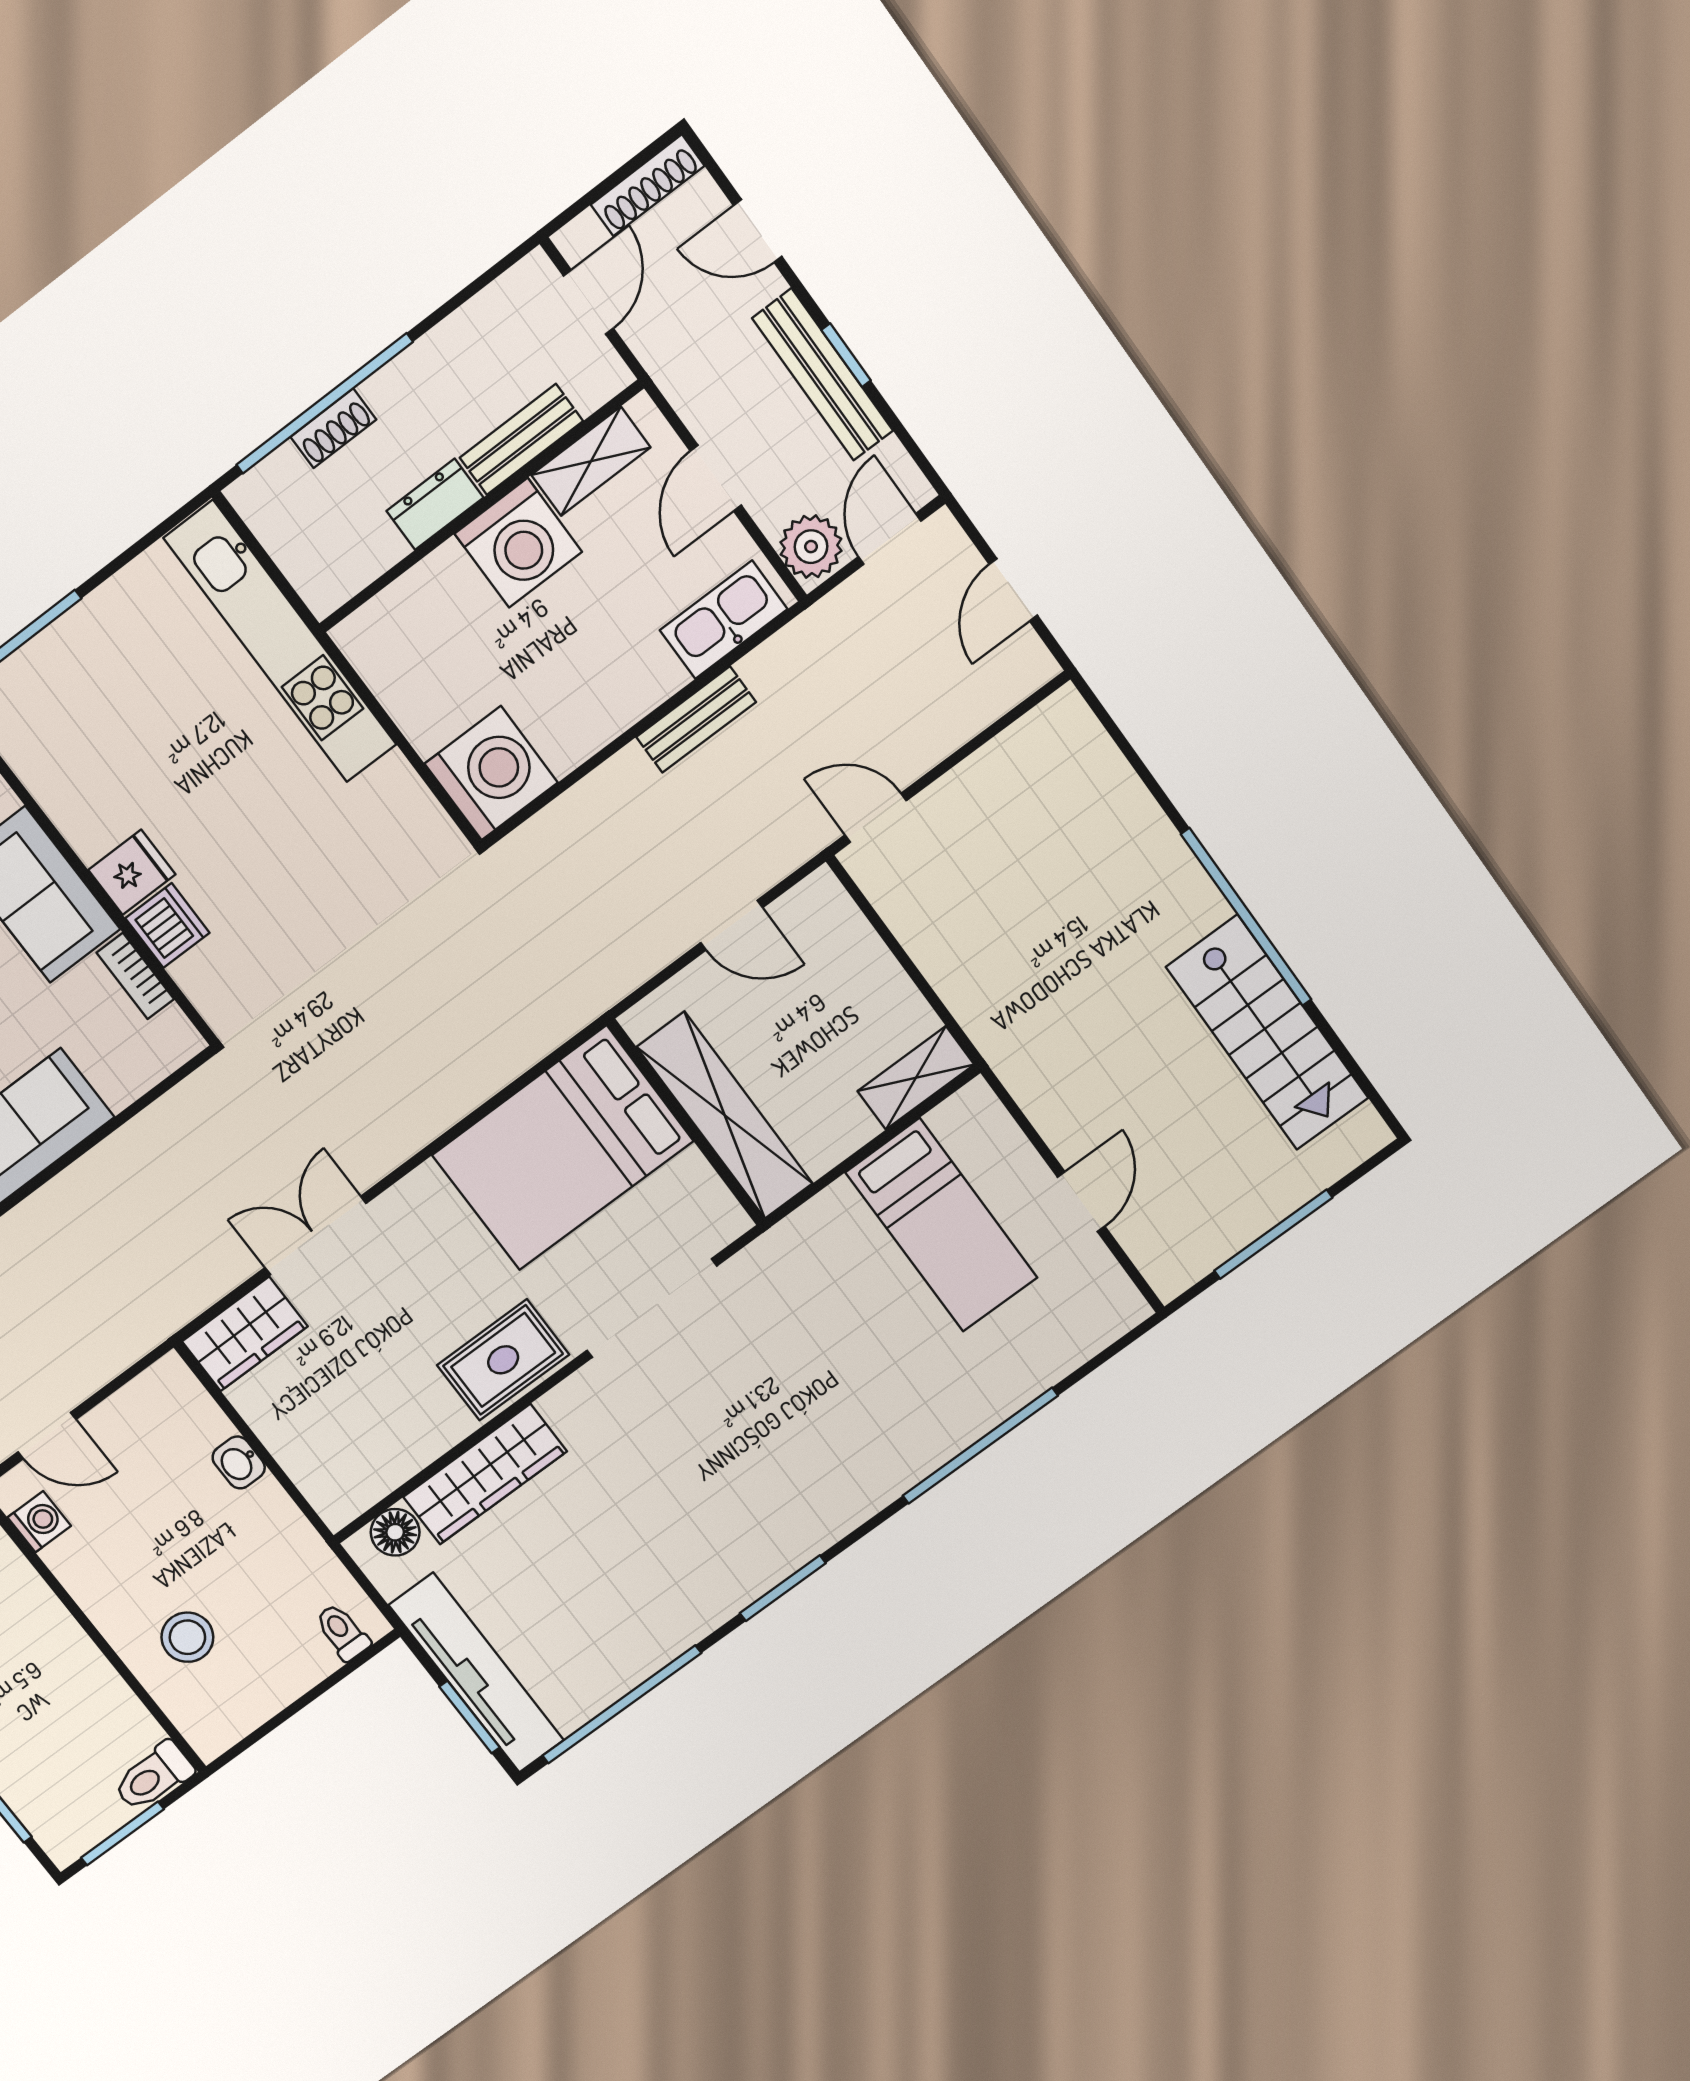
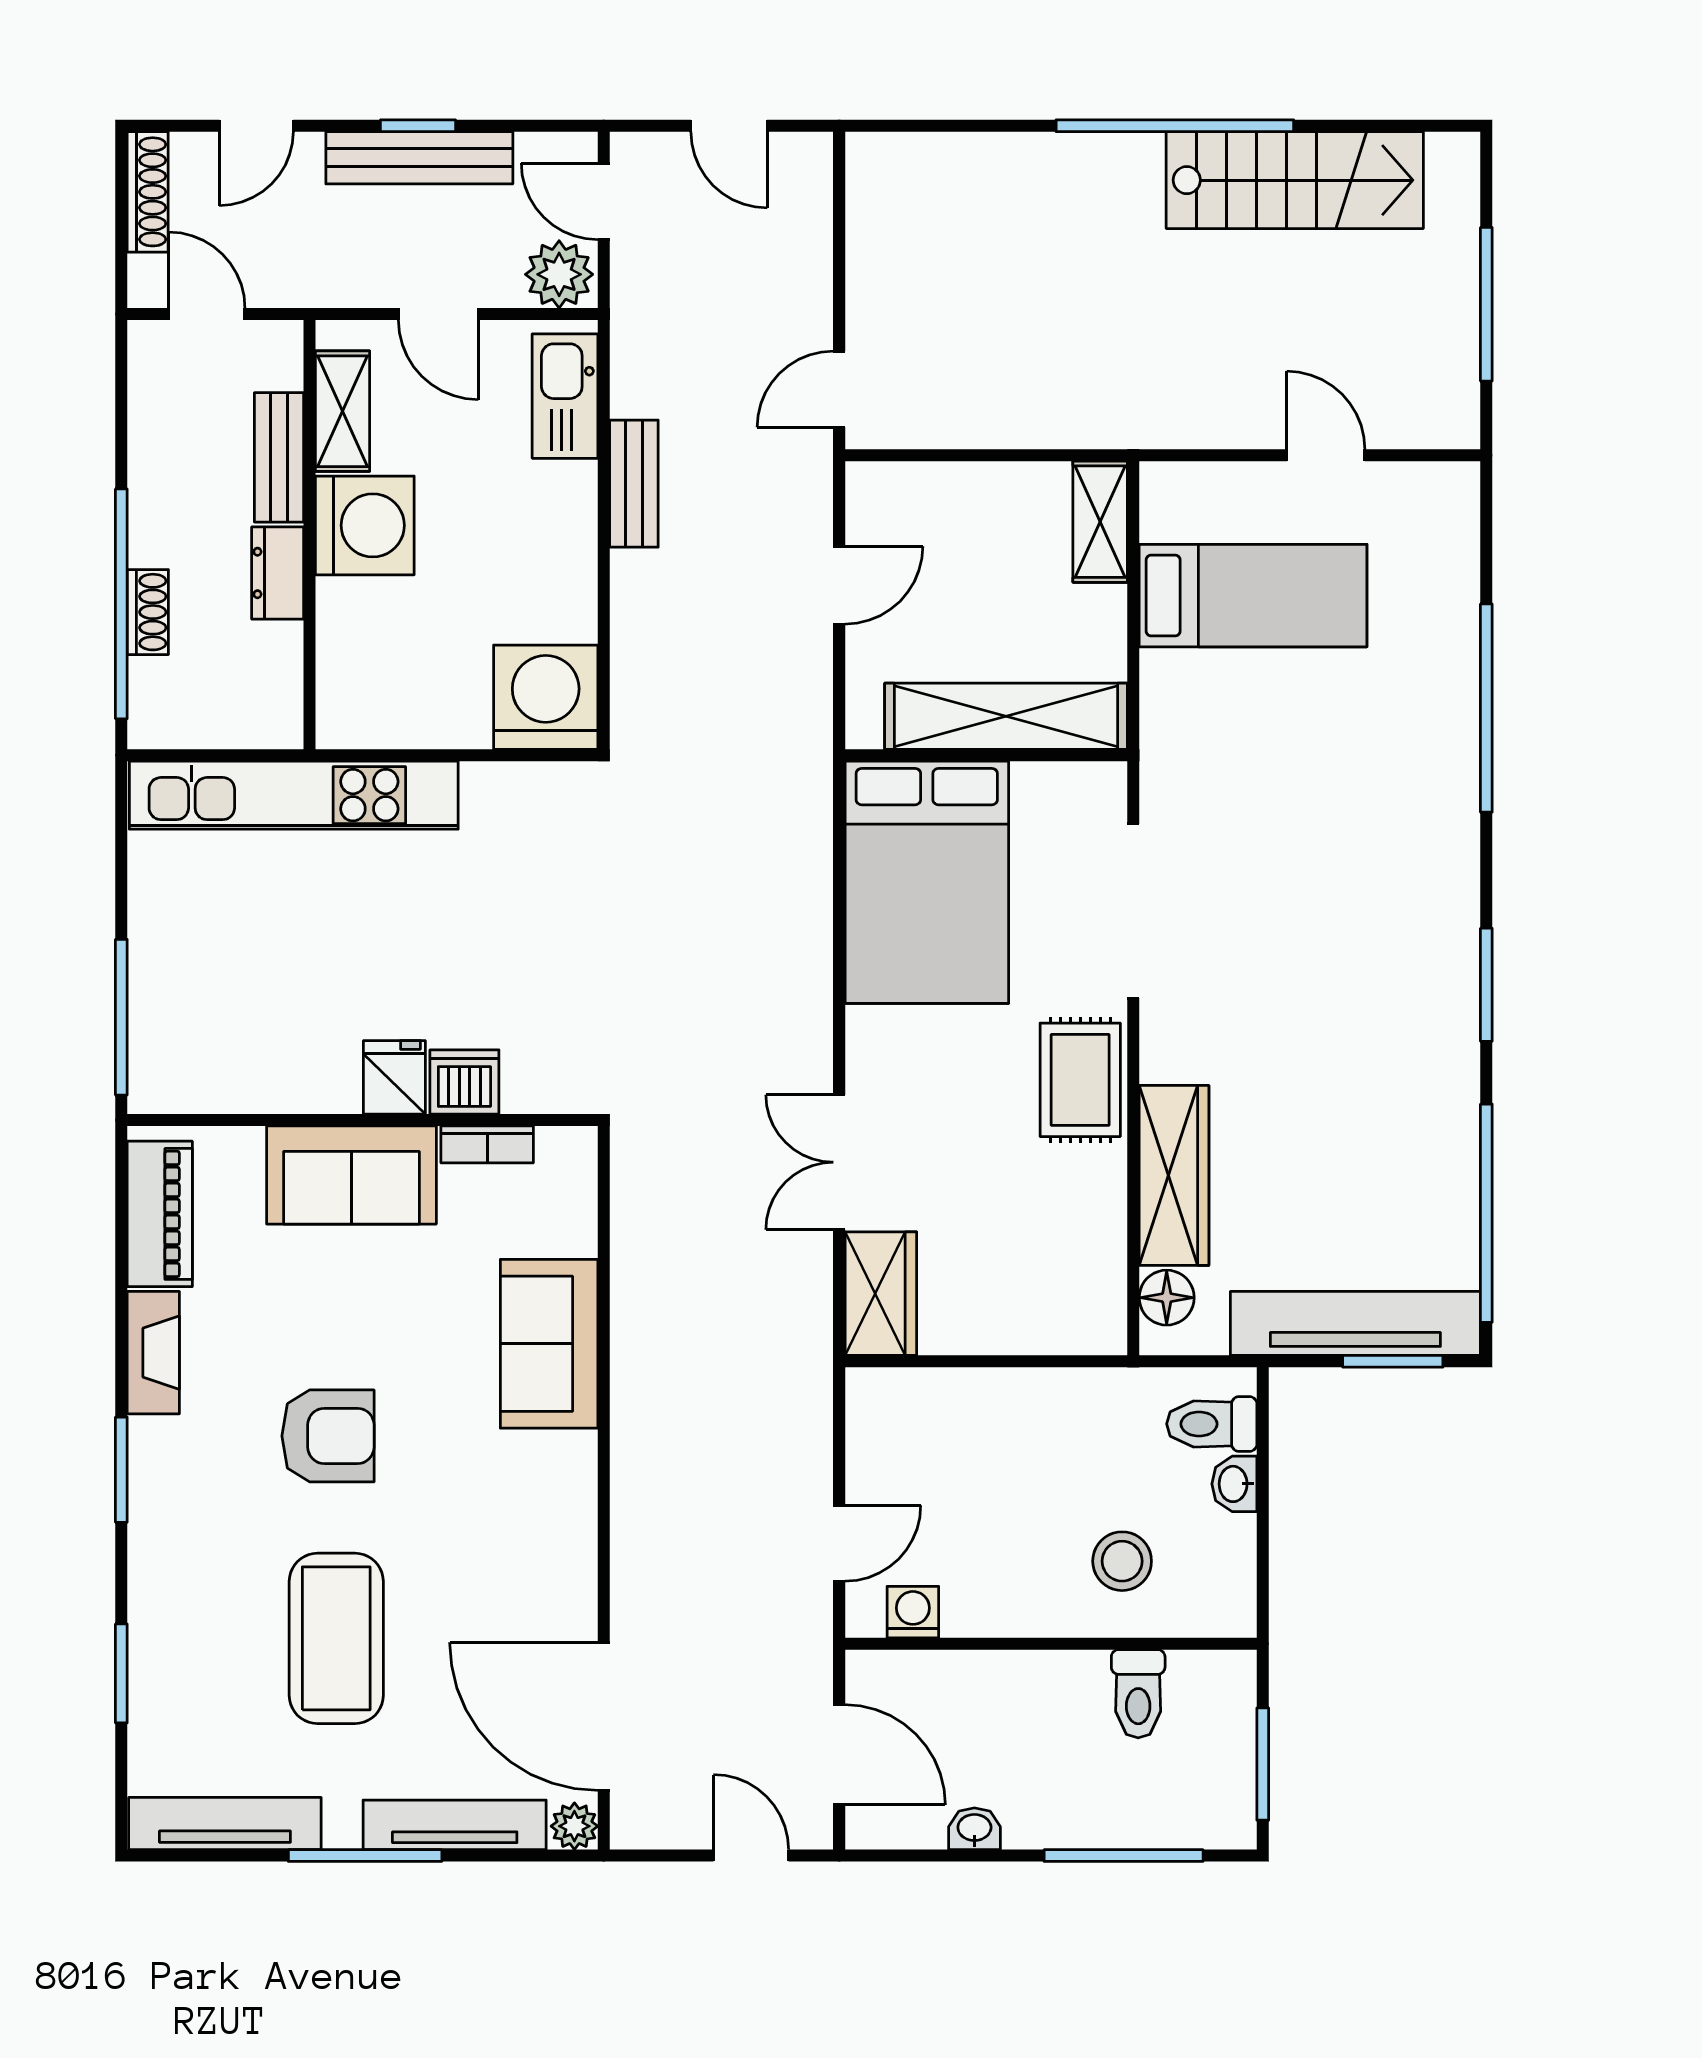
washbasin: (239, 1462) -> (1234, 1484), moved, turned 90
toilet: (342, 1632) -> (1212, 1424), width x1.37, depth x1.39
toilet: (153, 1776) -> (1138, 1694), moved

